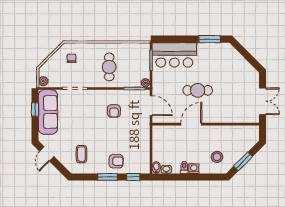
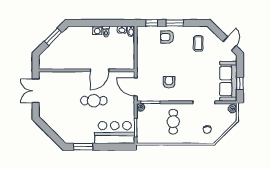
stool: (217, 157) -> (77, 41), removed

